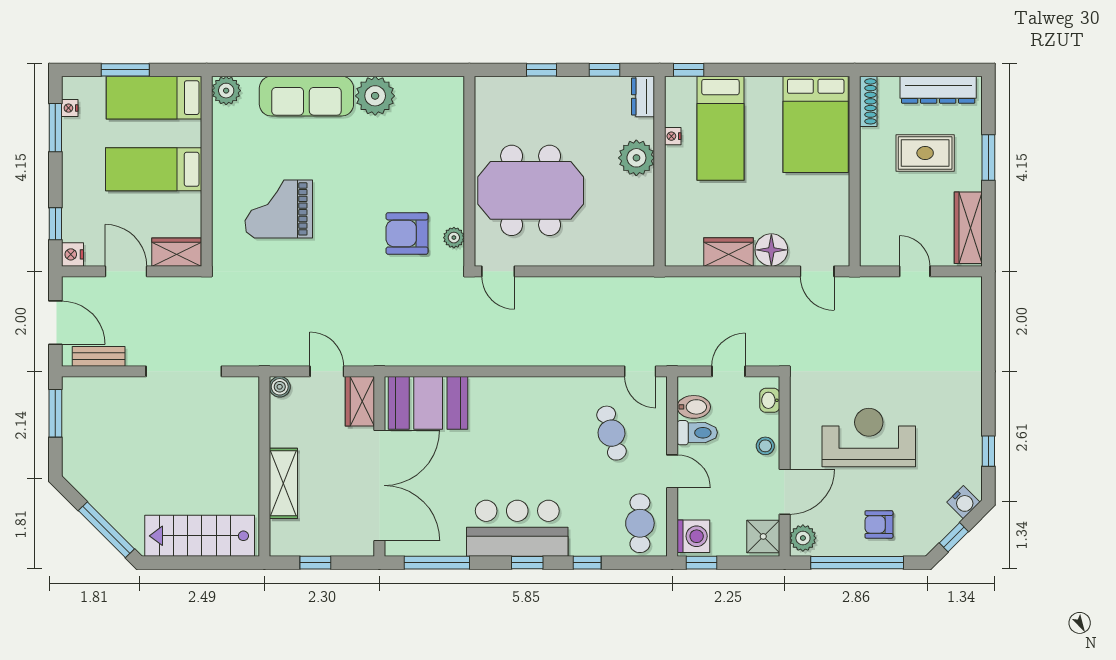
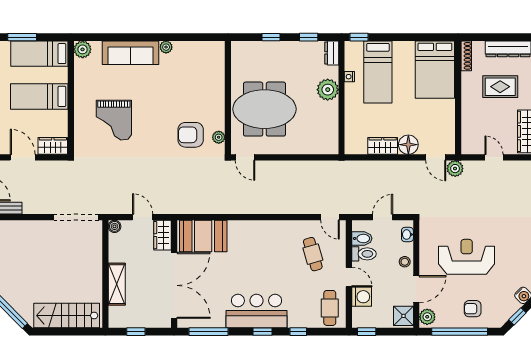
plant: (375, 96) -> (166, 47), width x0.53, depth x0.53
grand piano: (279, 209) -> (114, 120), turned -90
plant: (849, 290) -> (455, 169), added
doorway: (184, 371) -> (76, 217), moved
washing machine: (693, 536) -> (362, 297), moved

